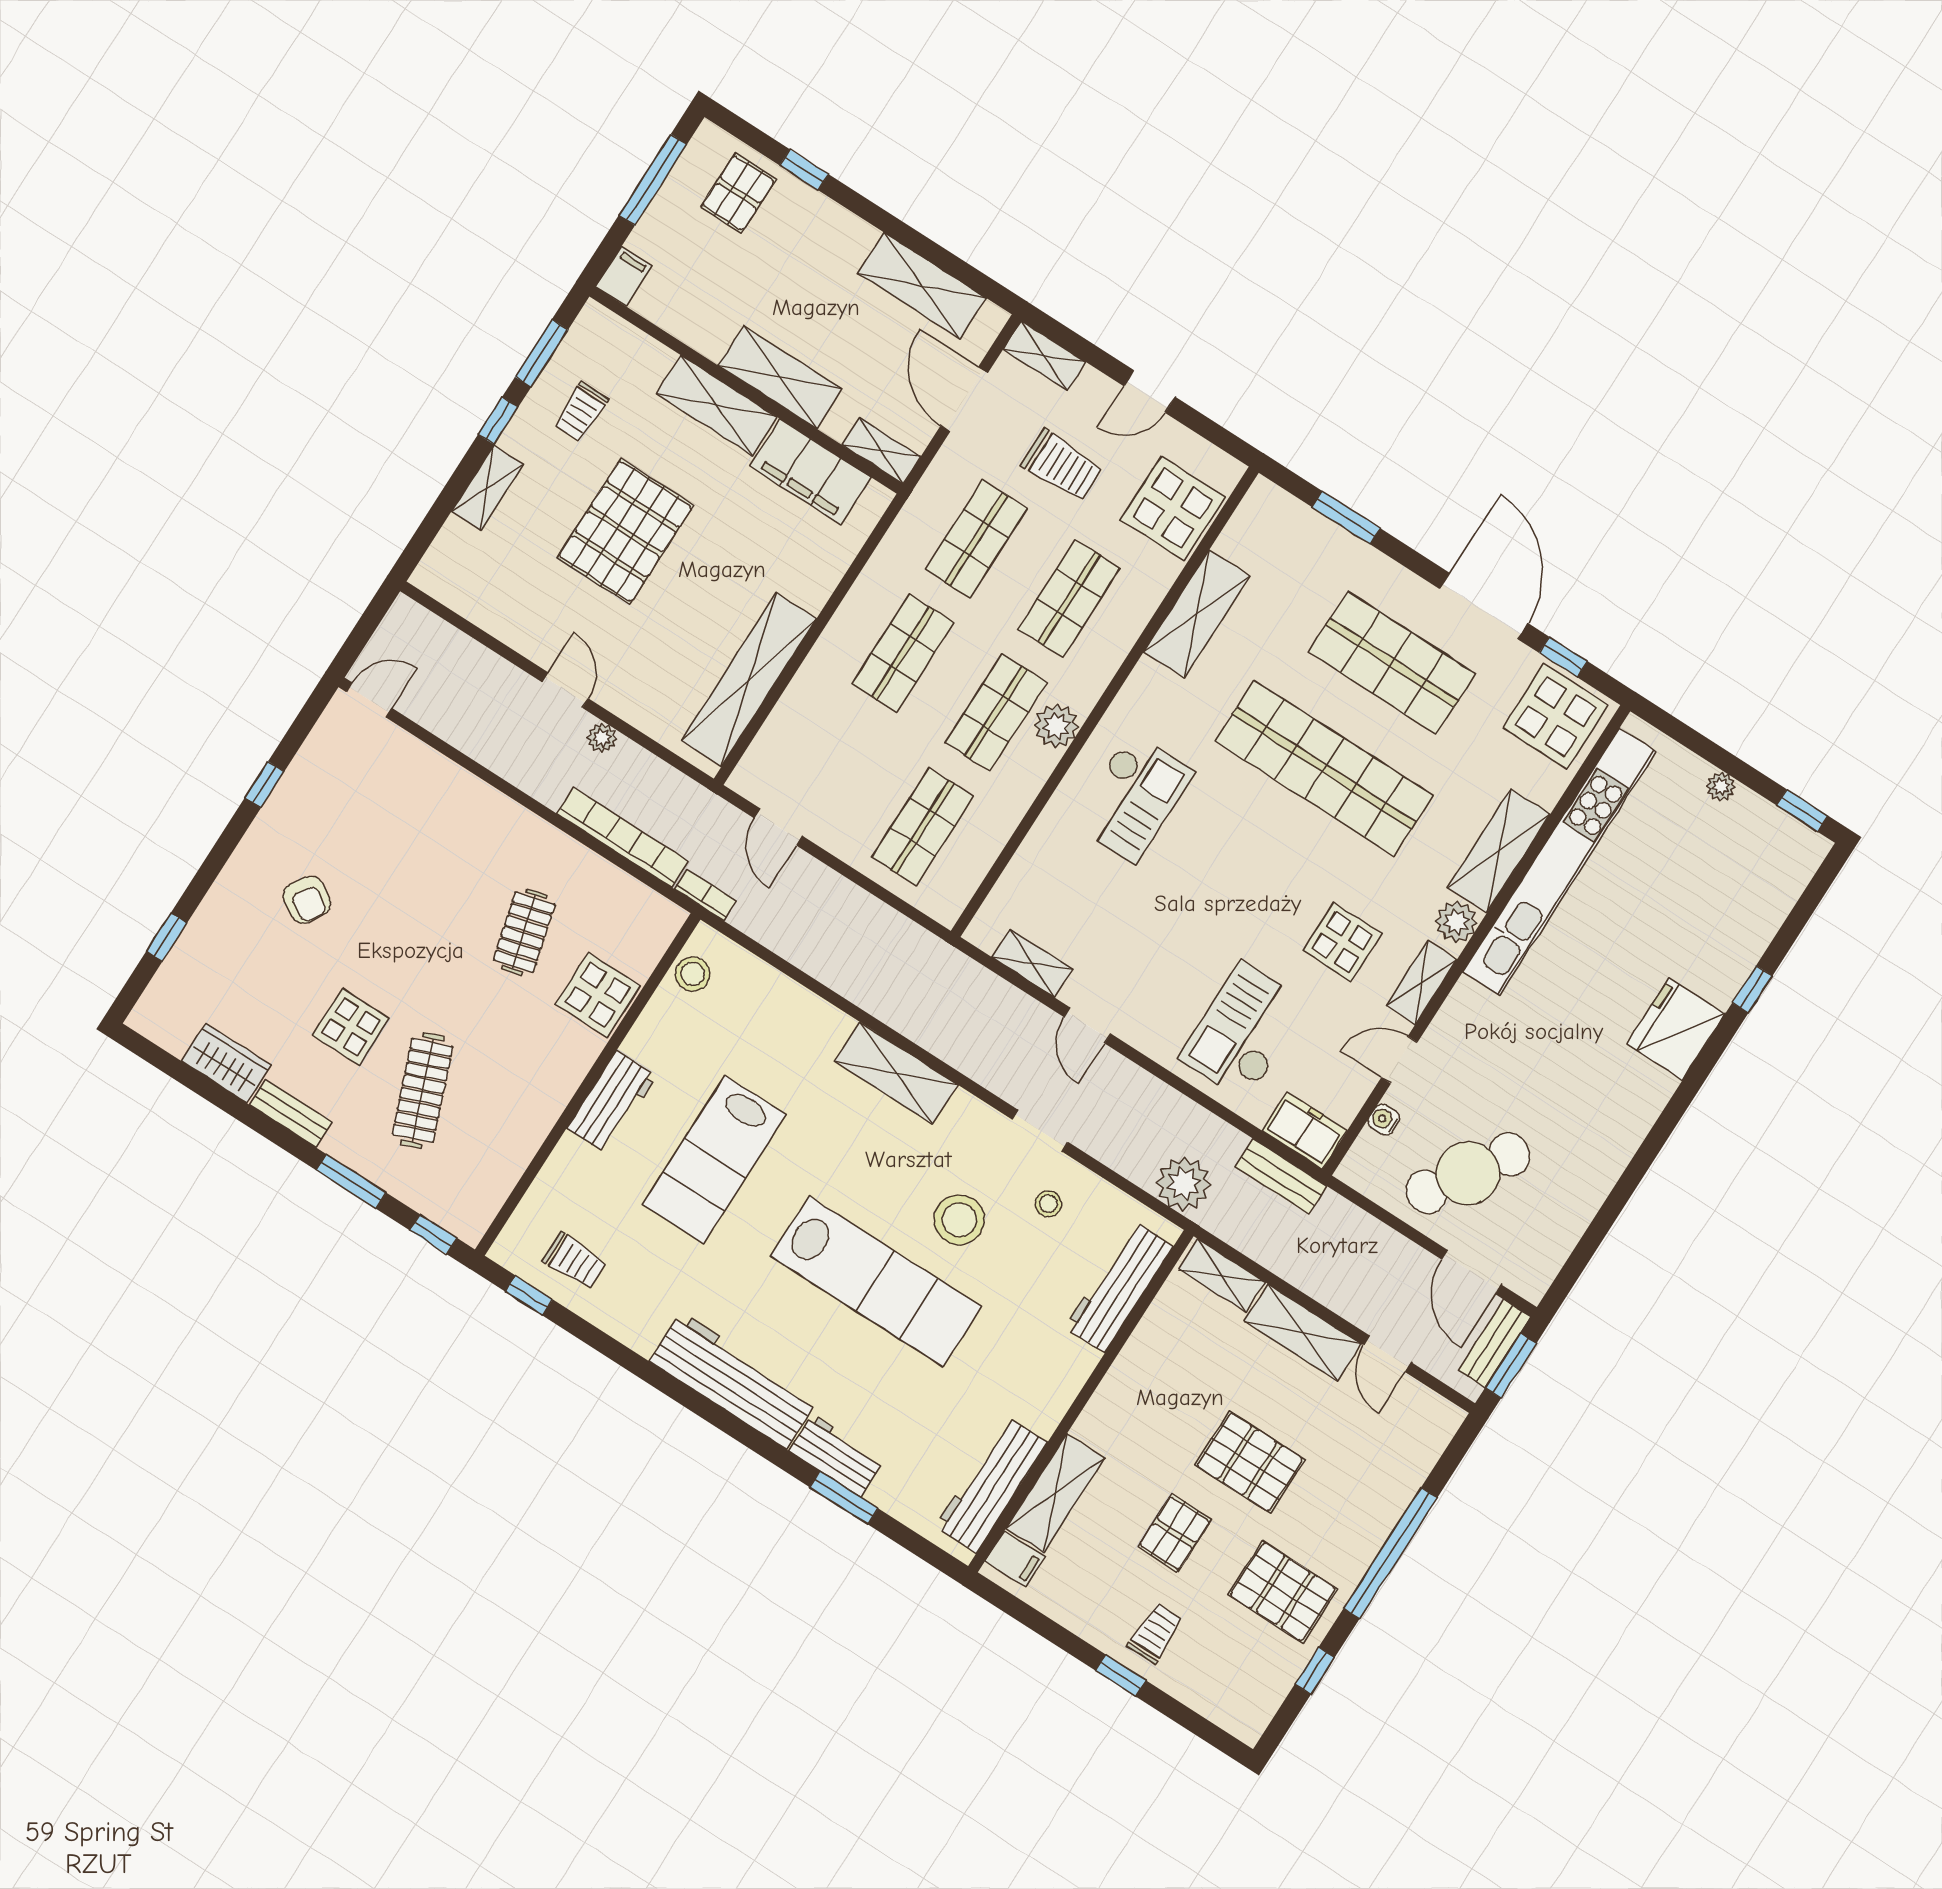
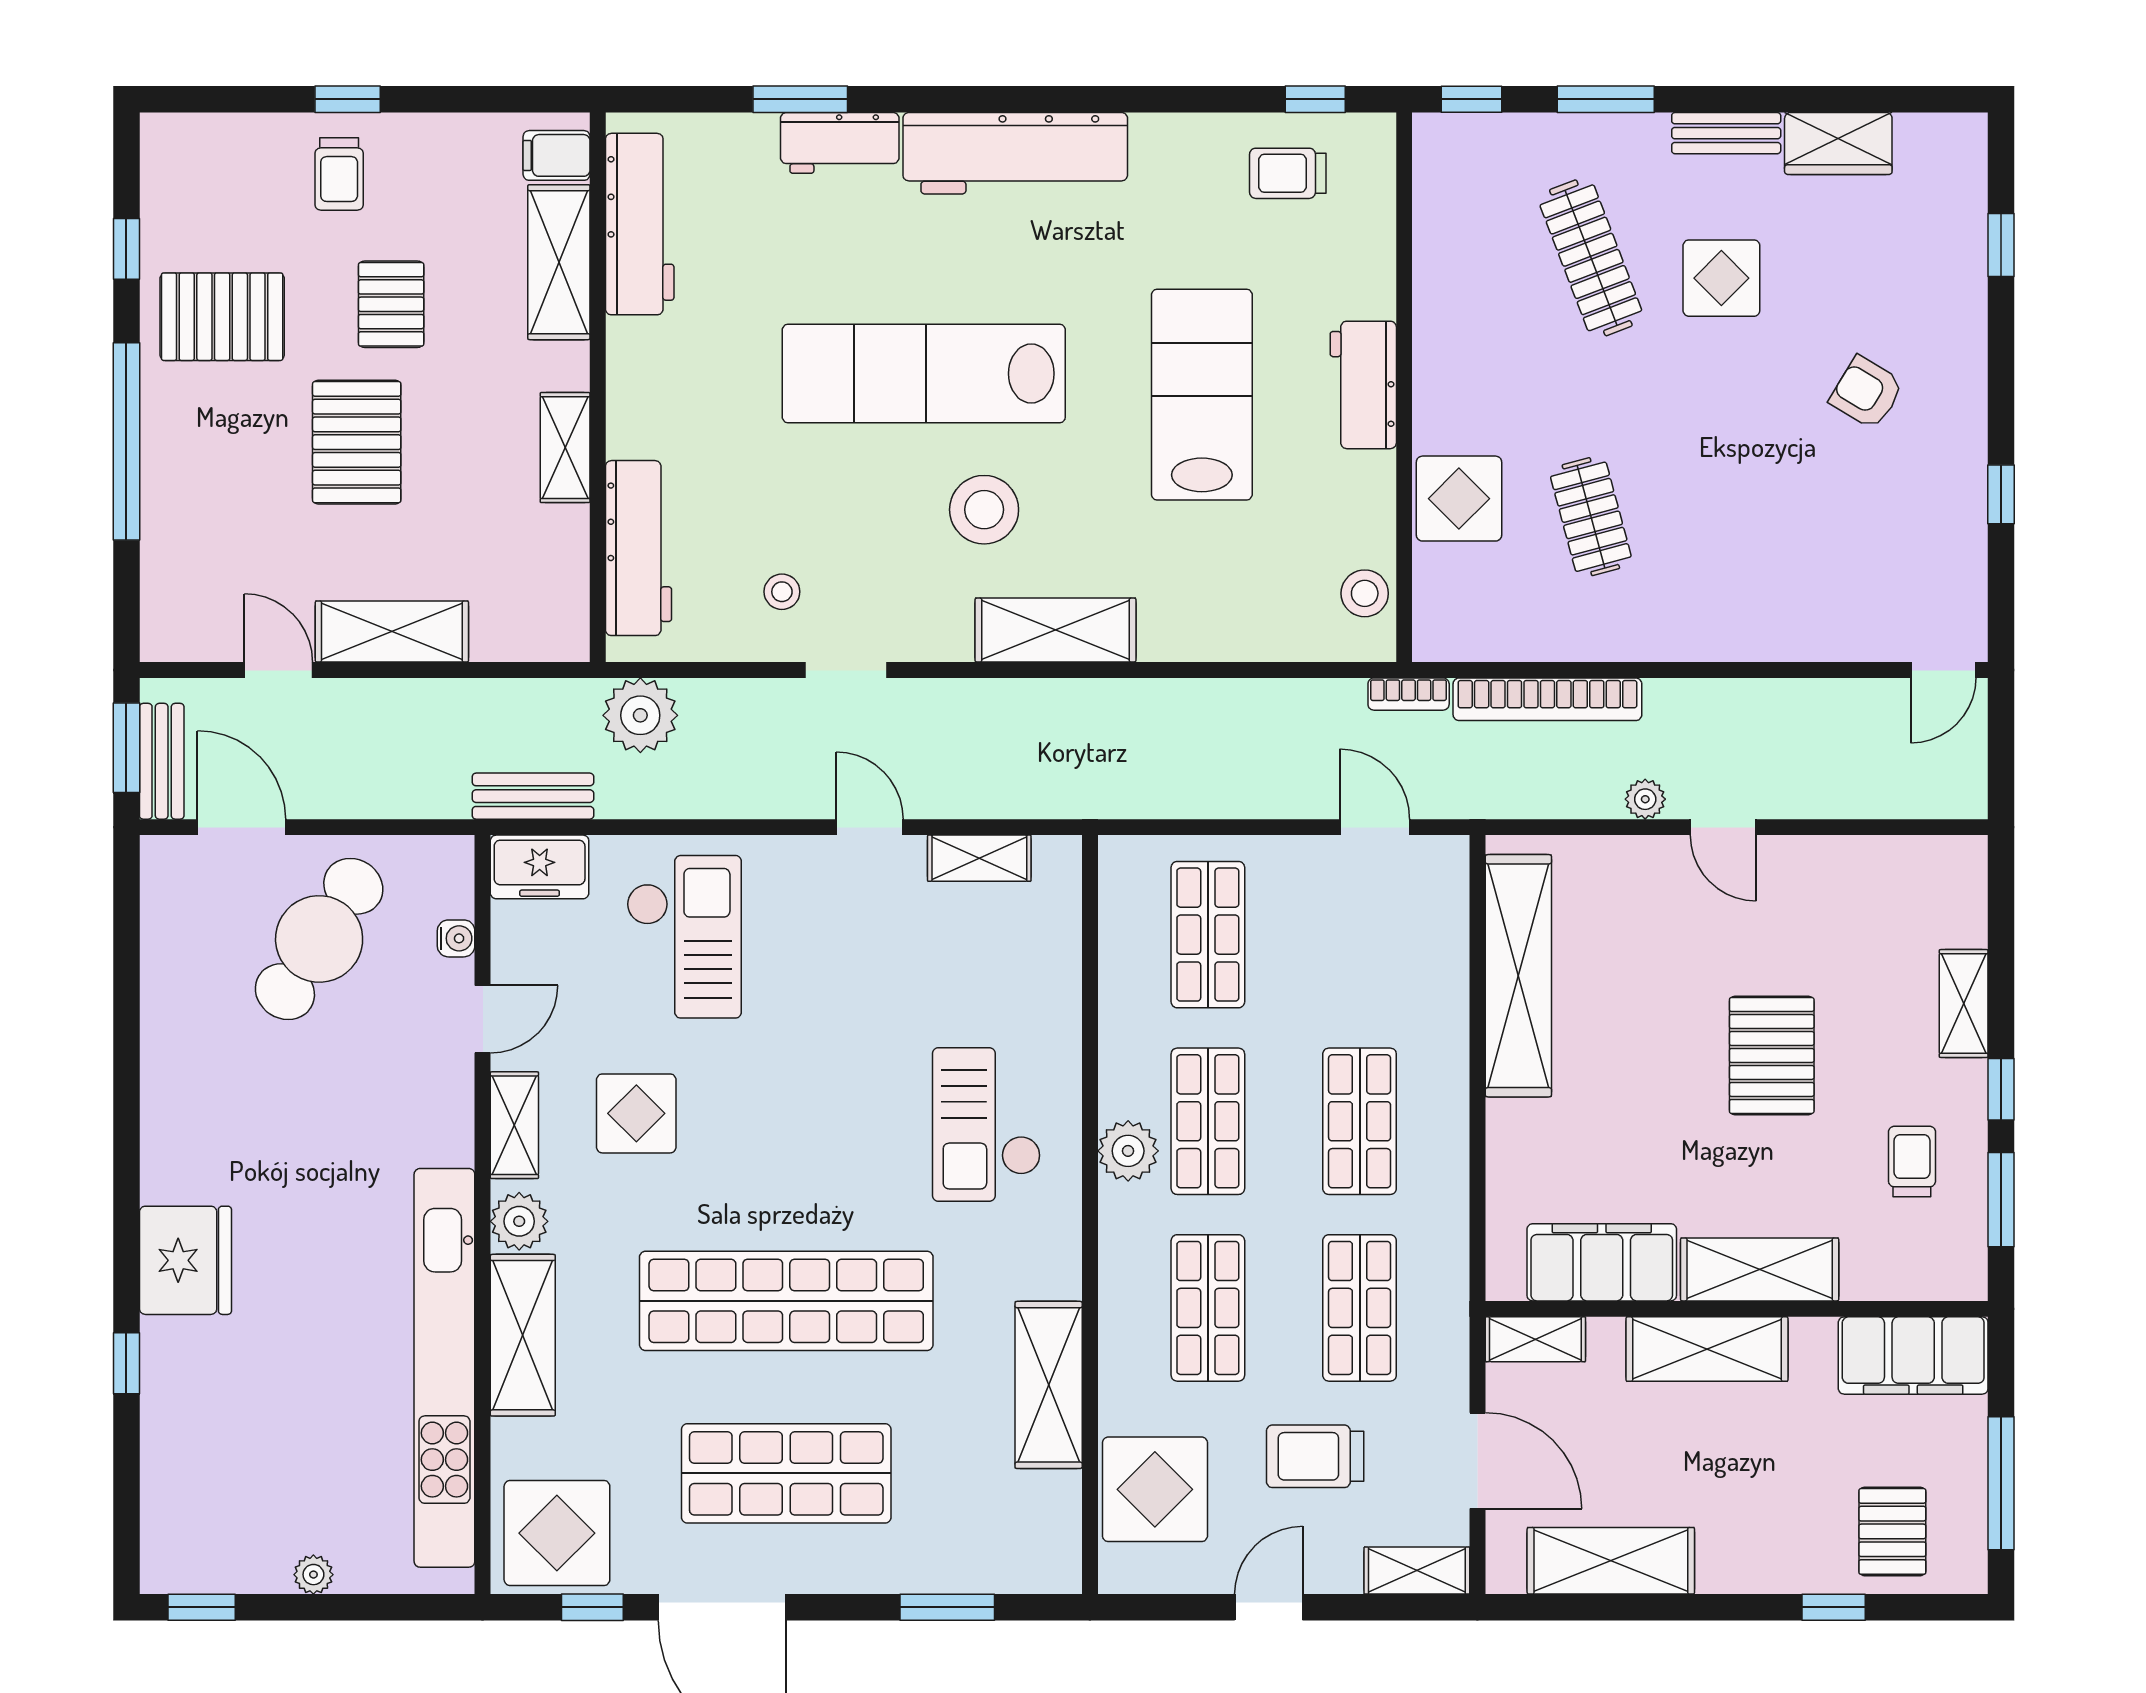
filing cabinet: (624, 276) -> (1913, 1355), width x3.00, depth x1.17
pallet: (625, 531) -> (1772, 1055), width x0.73, depth x0.71
stool: (959, 1220) -> (984, 510), moved
shelving: (1222, 1276) -> (565, 448), moved, turned 90
pallet: (1250, 1462) -> (357, 442), turned 90

